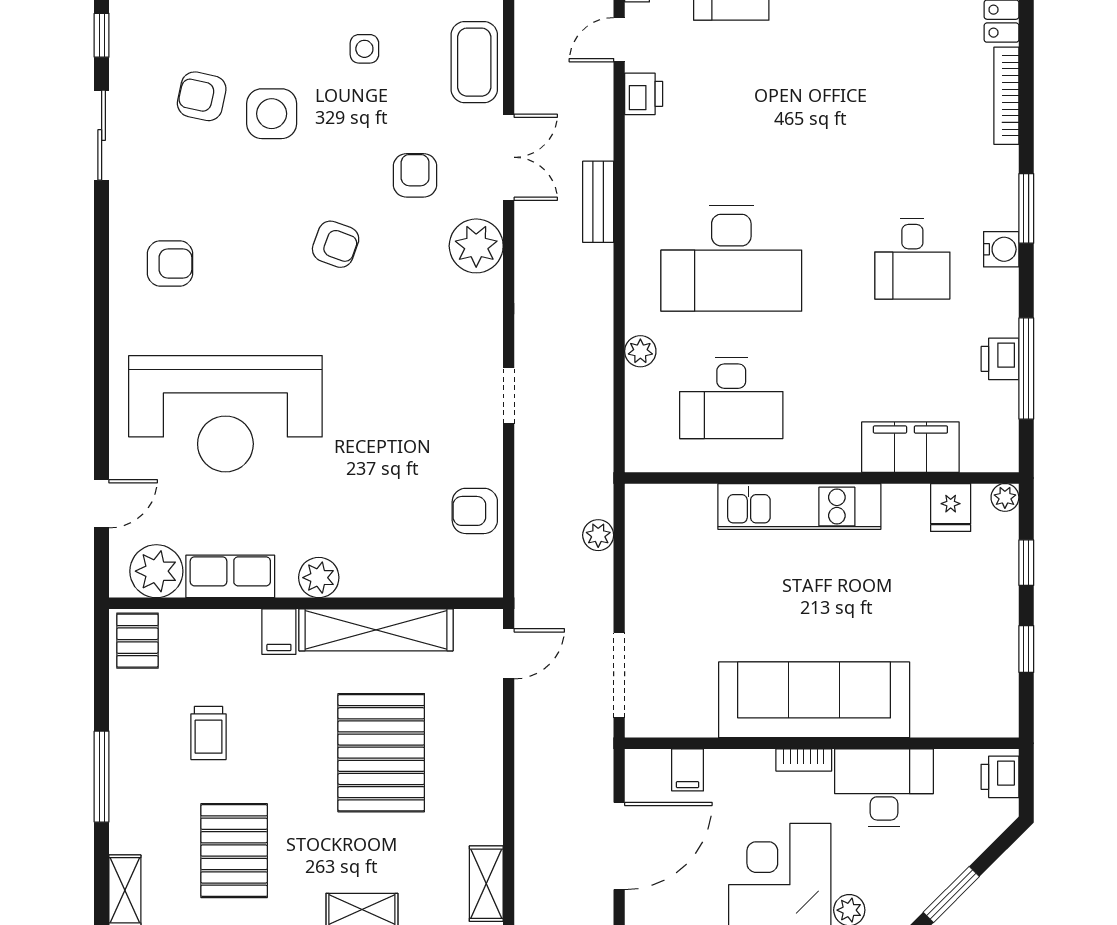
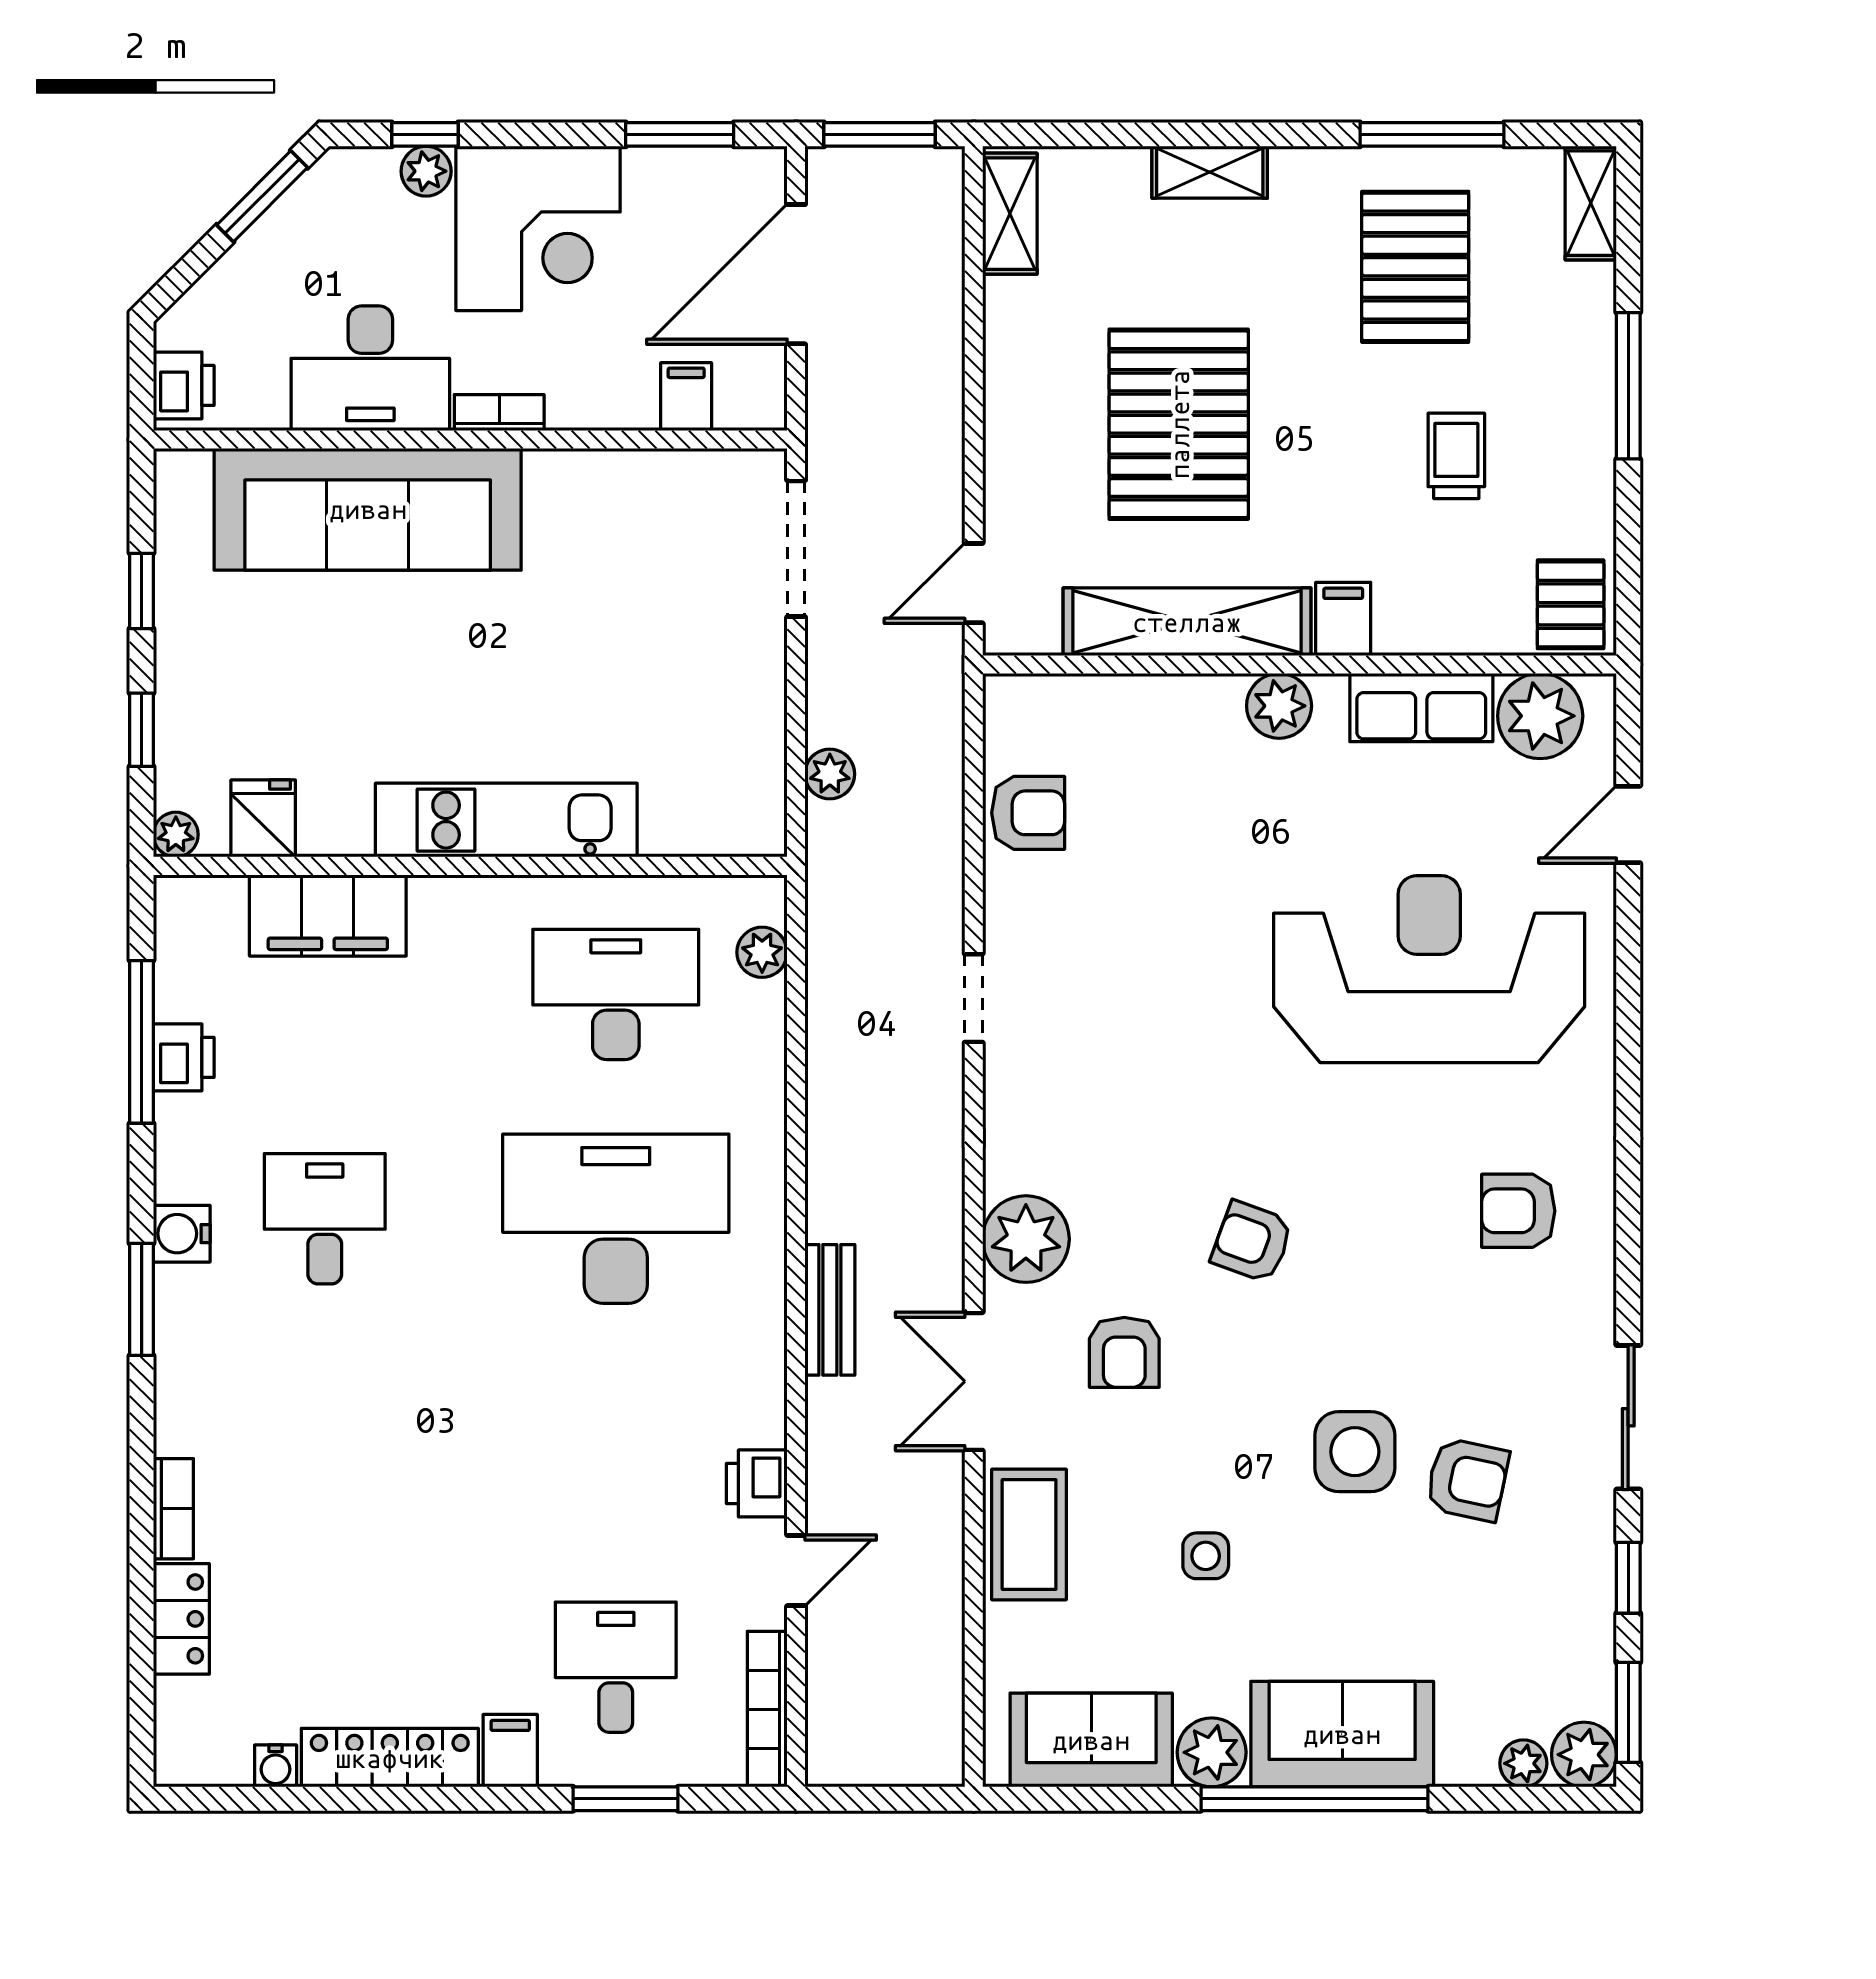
bookcase: (1006, 96) -> (173, 1509), width x0.64
plant: (640, 351) -> (762, 952), moved
sofa: (814, 700) -> (368, 509), moved

